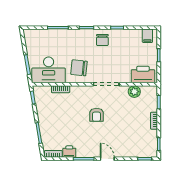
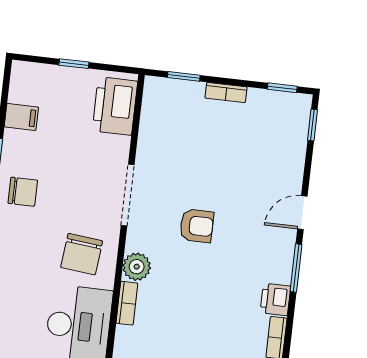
filing cabinet: (147, 36) -> (21, 117), moved
plant: (134, 92) -> (137, 267), moved

